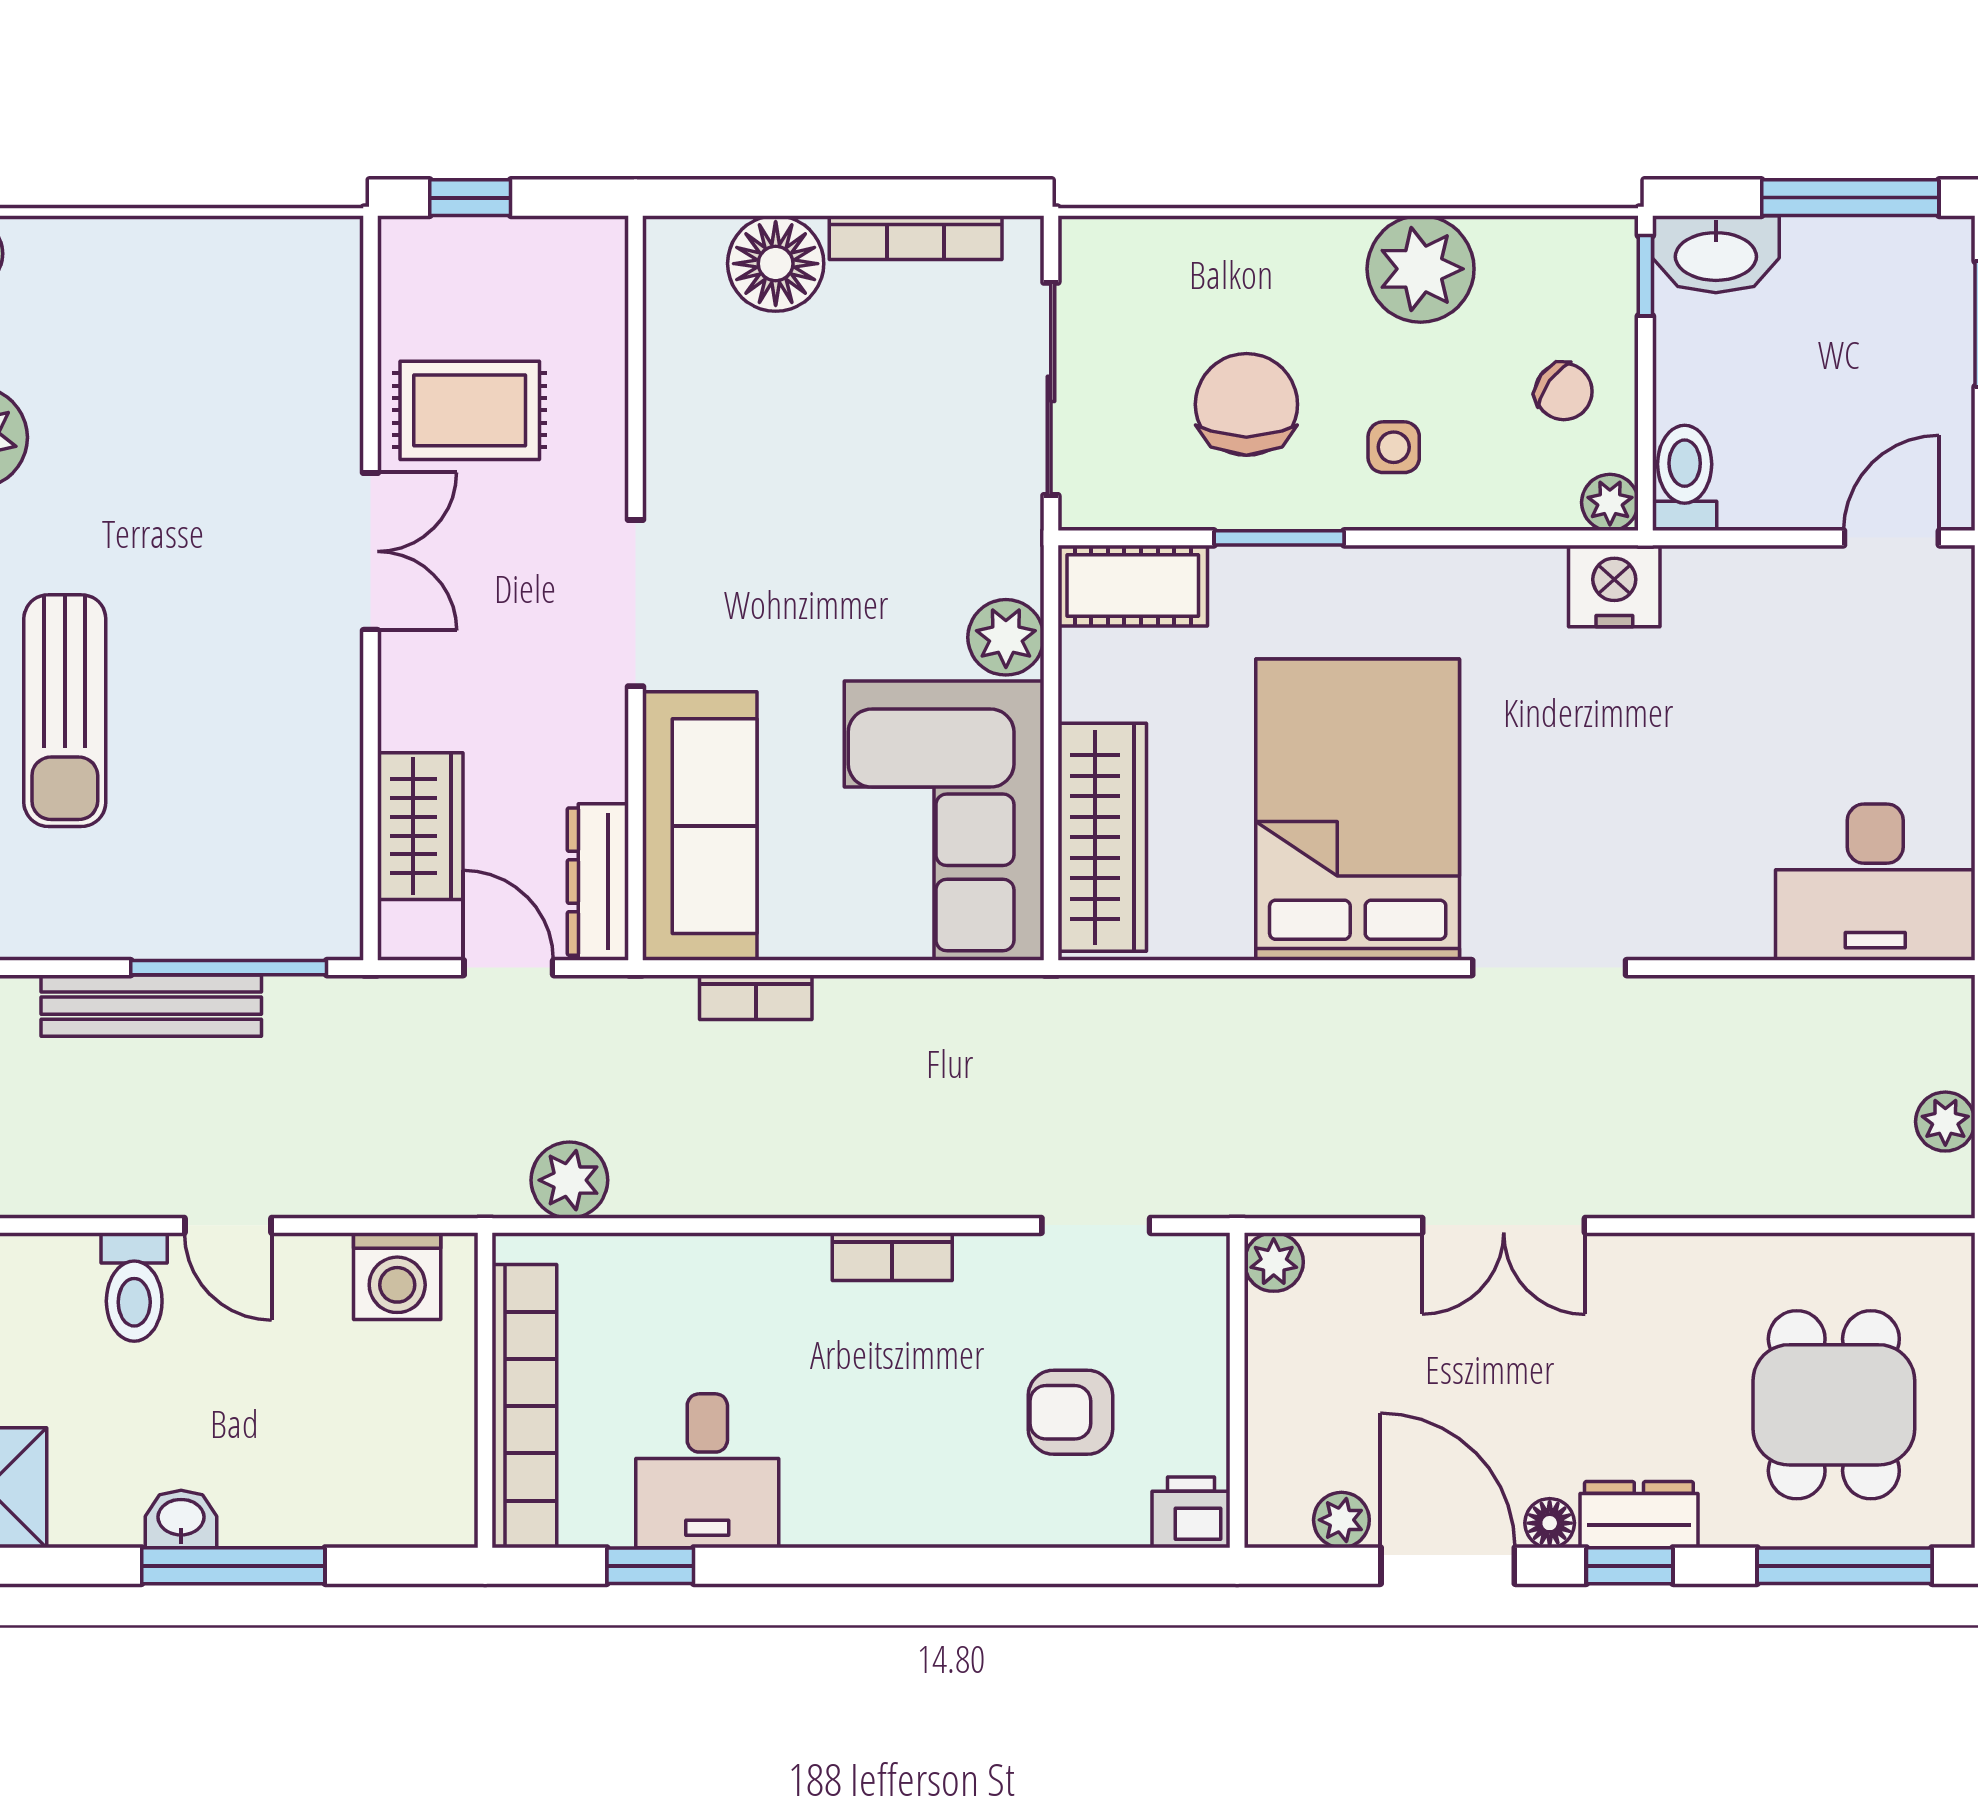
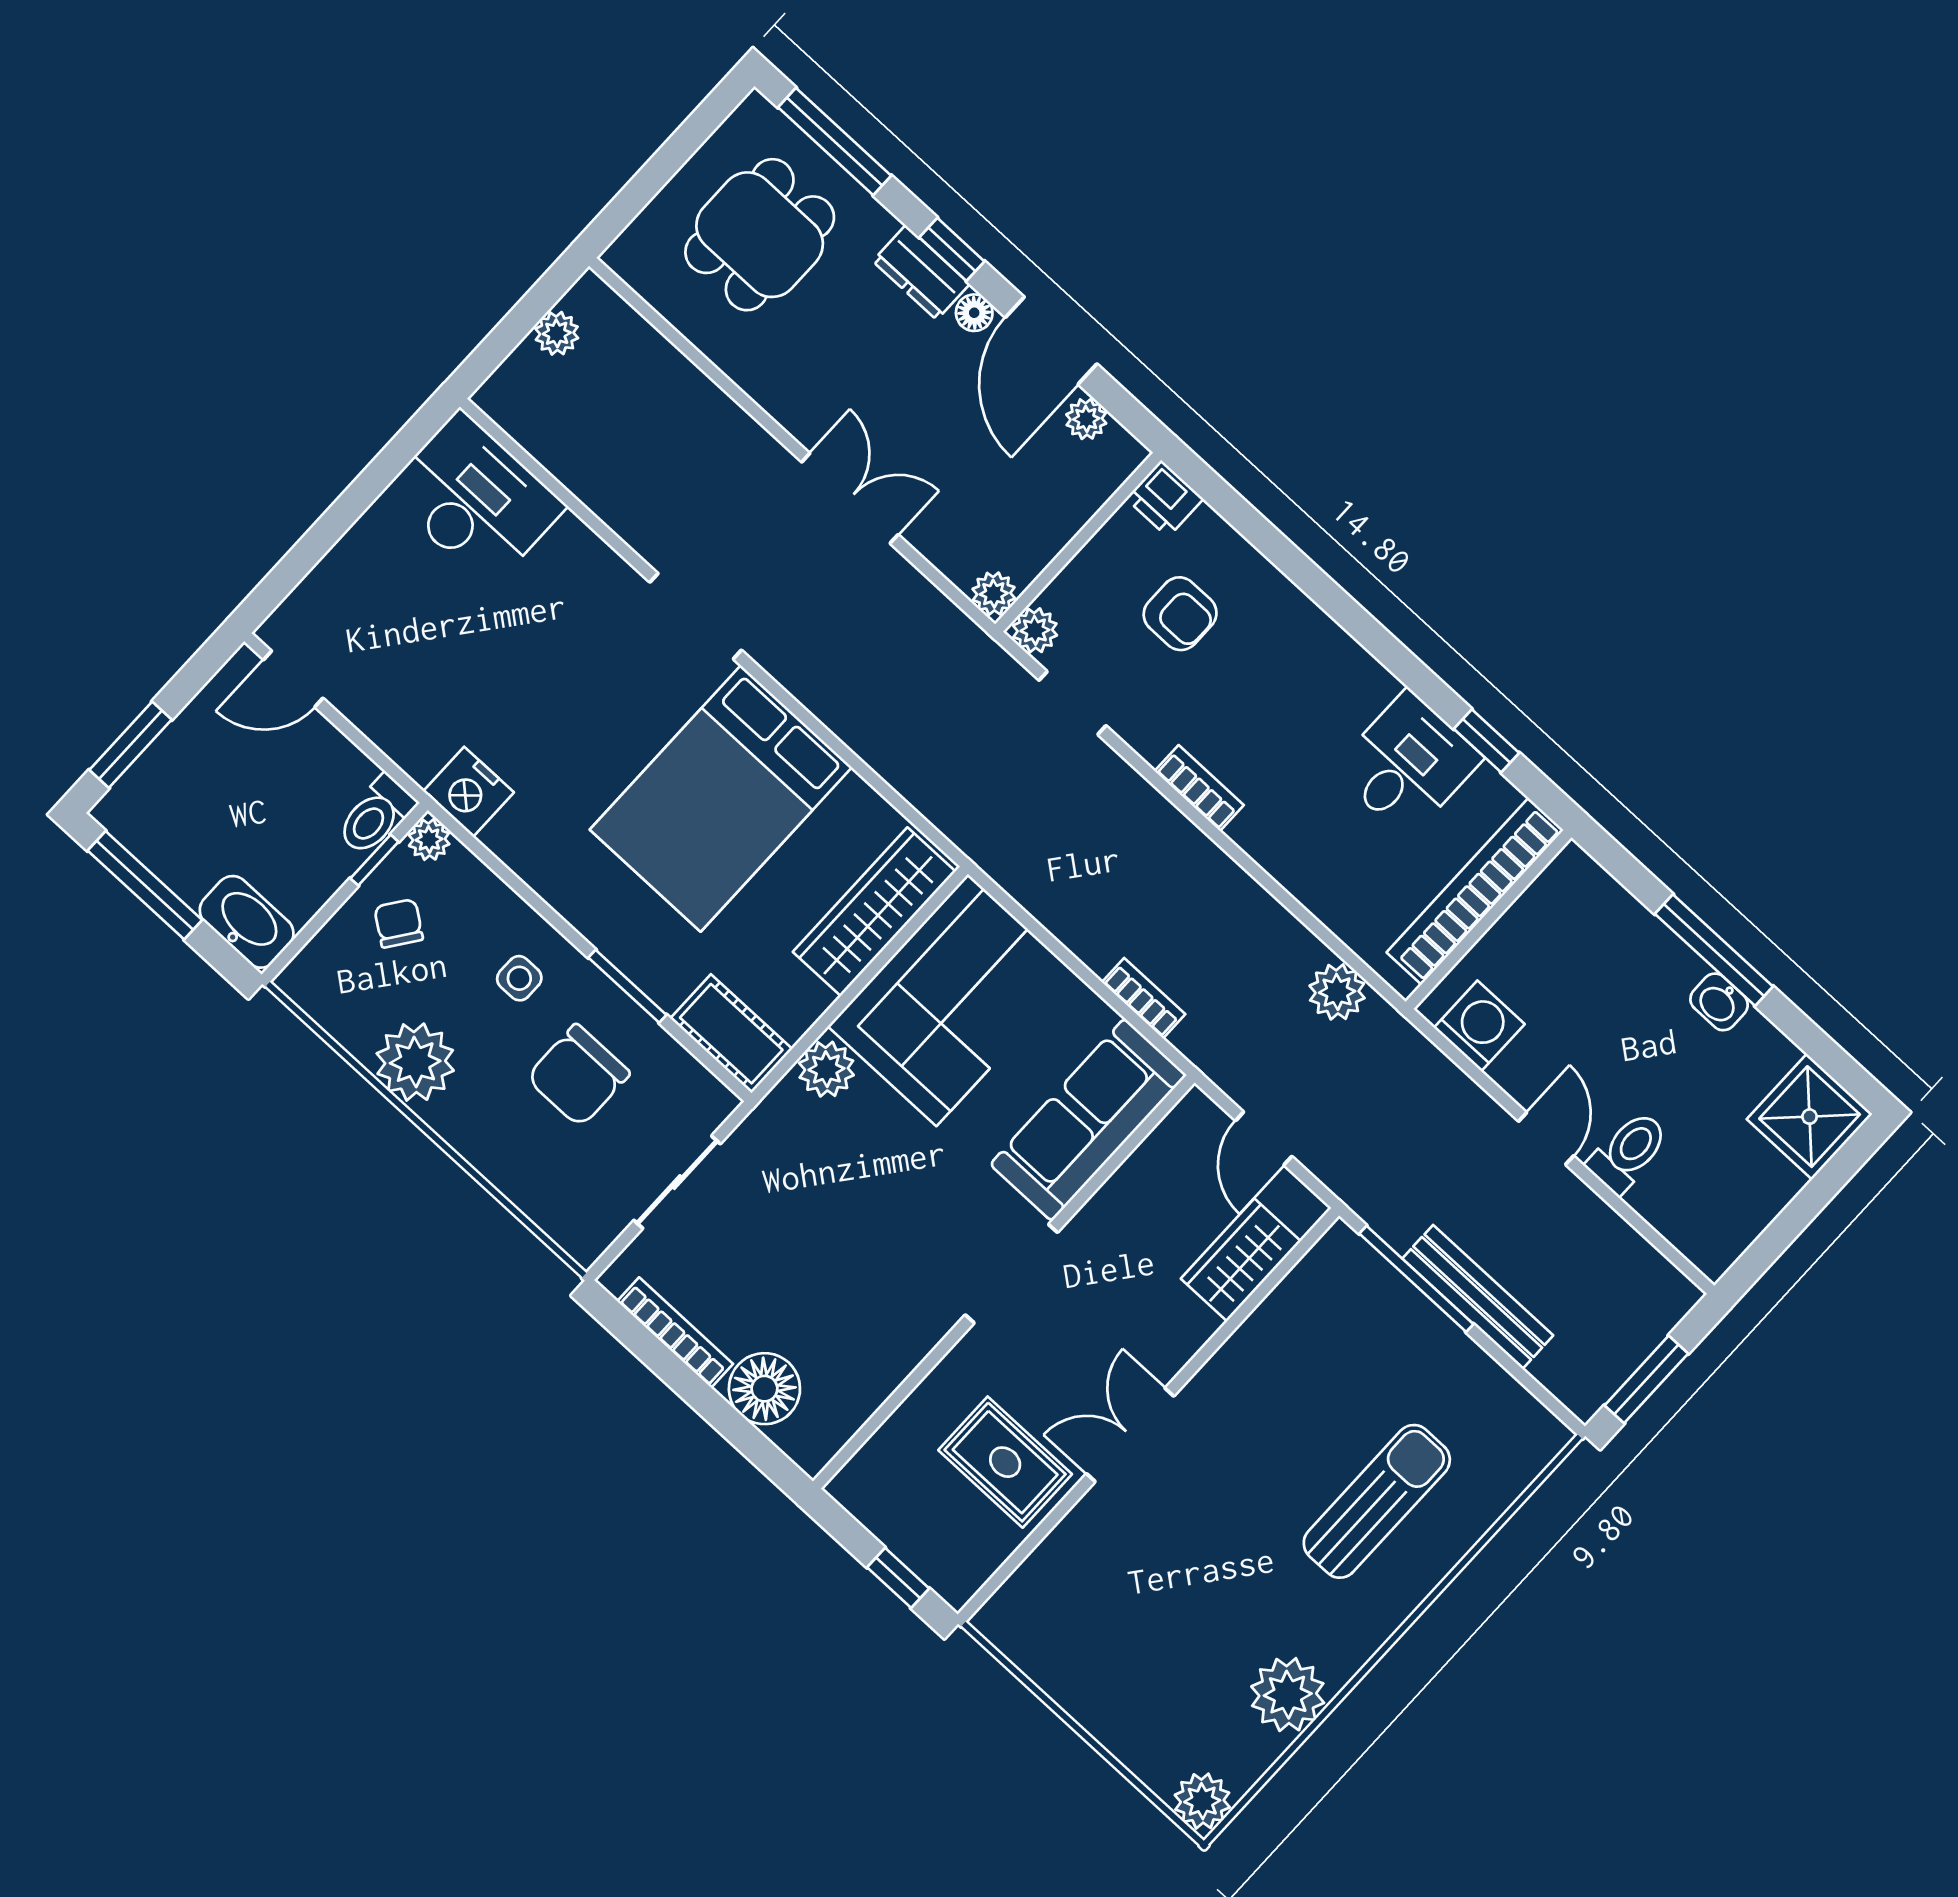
window: (1645, 276) -> (374, 860), moved
sliding door: (1051, 389) -> (677, 1182), width x0.73
dresser: (598, 882) -> (1172, 1141), removed
plant: (1199, 1263) -> (1035, 630), added

